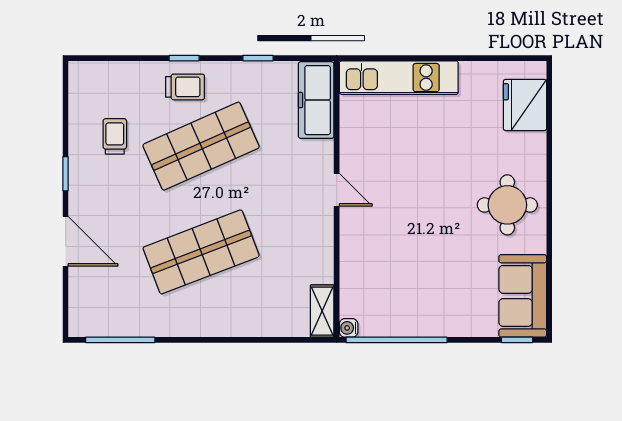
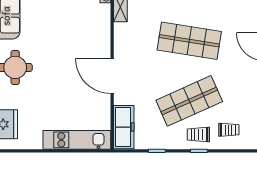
trolley: (115, 136) -> (229, 130), moved, turned -90
door: (337, 190) -> (112, 76), width x1.88
shop shelf: (201, 252) -> (189, 41), turned 30

